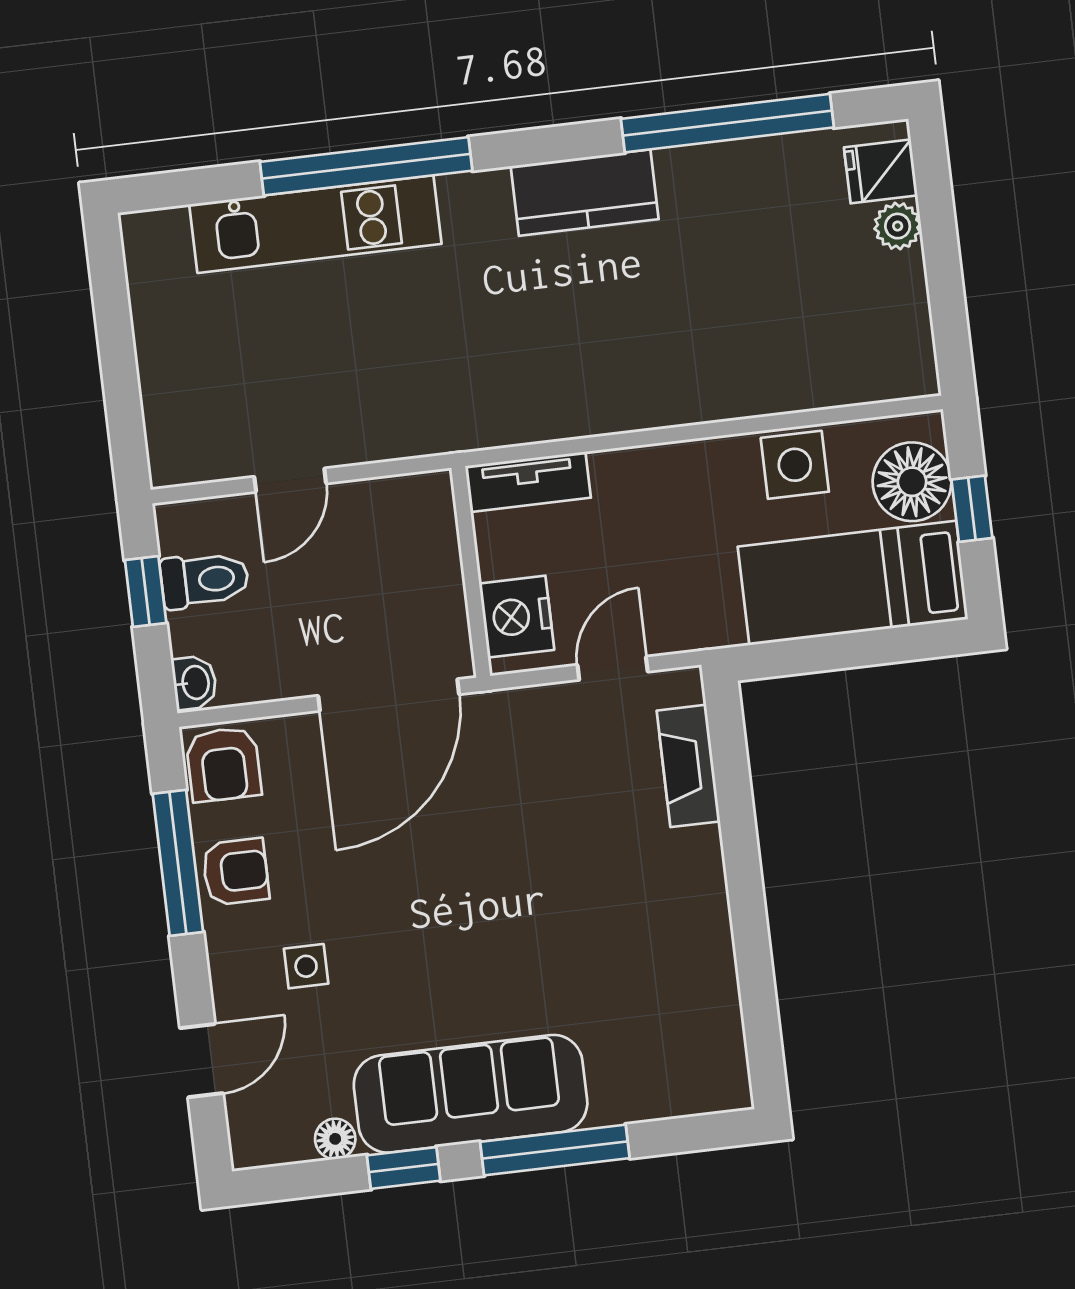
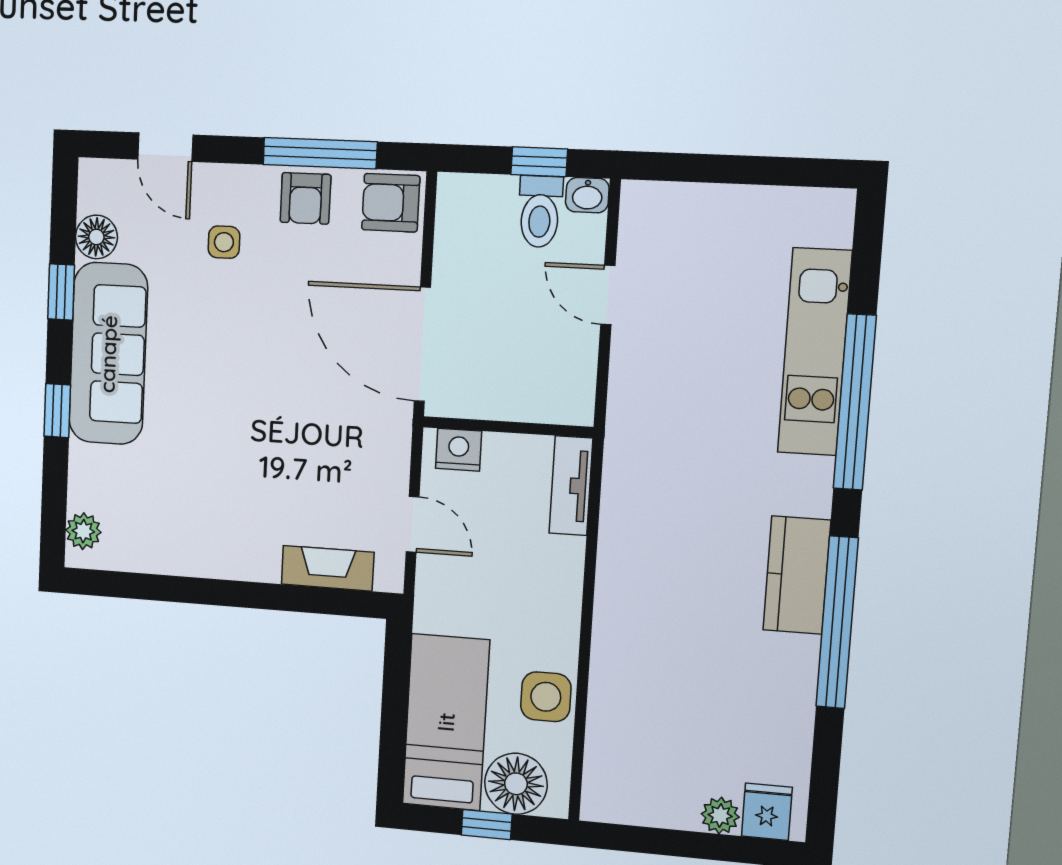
window: (727, 123) -> (837, 622), moved
nightstand: (517, 617) -> (459, 450), width x0.74, depth x0.75
washbasin: (194, 683) -> (587, 195), moved
plant: (703, 1091) -> (83, 531), added
floor lamp: (335, 1139) -> (96, 237), width x1.37, depth x1.37
window: (555, 1150) -> (57, 411), width x0.46

